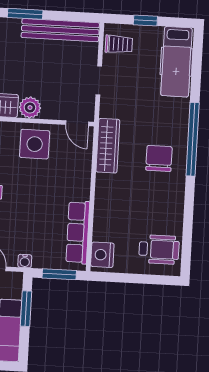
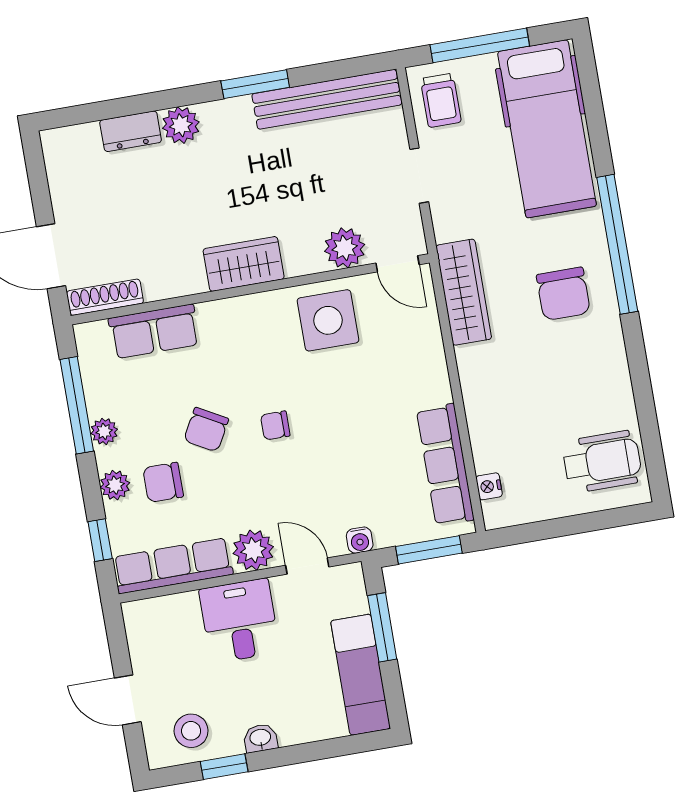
window: (145, 21) -> (480, 45), width x2.17
trolley: (119, 44) -> (441, 100), turned 90
hospital bed: (176, 62) -> (547, 129), width x1.37, depth x1.29
plant: (30, 108) -> (345, 248), moved
chair: (159, 158) -> (563, 294), turned 180
nightstand: (102, 255) -> (489, 486), width x0.53, depth x0.56

